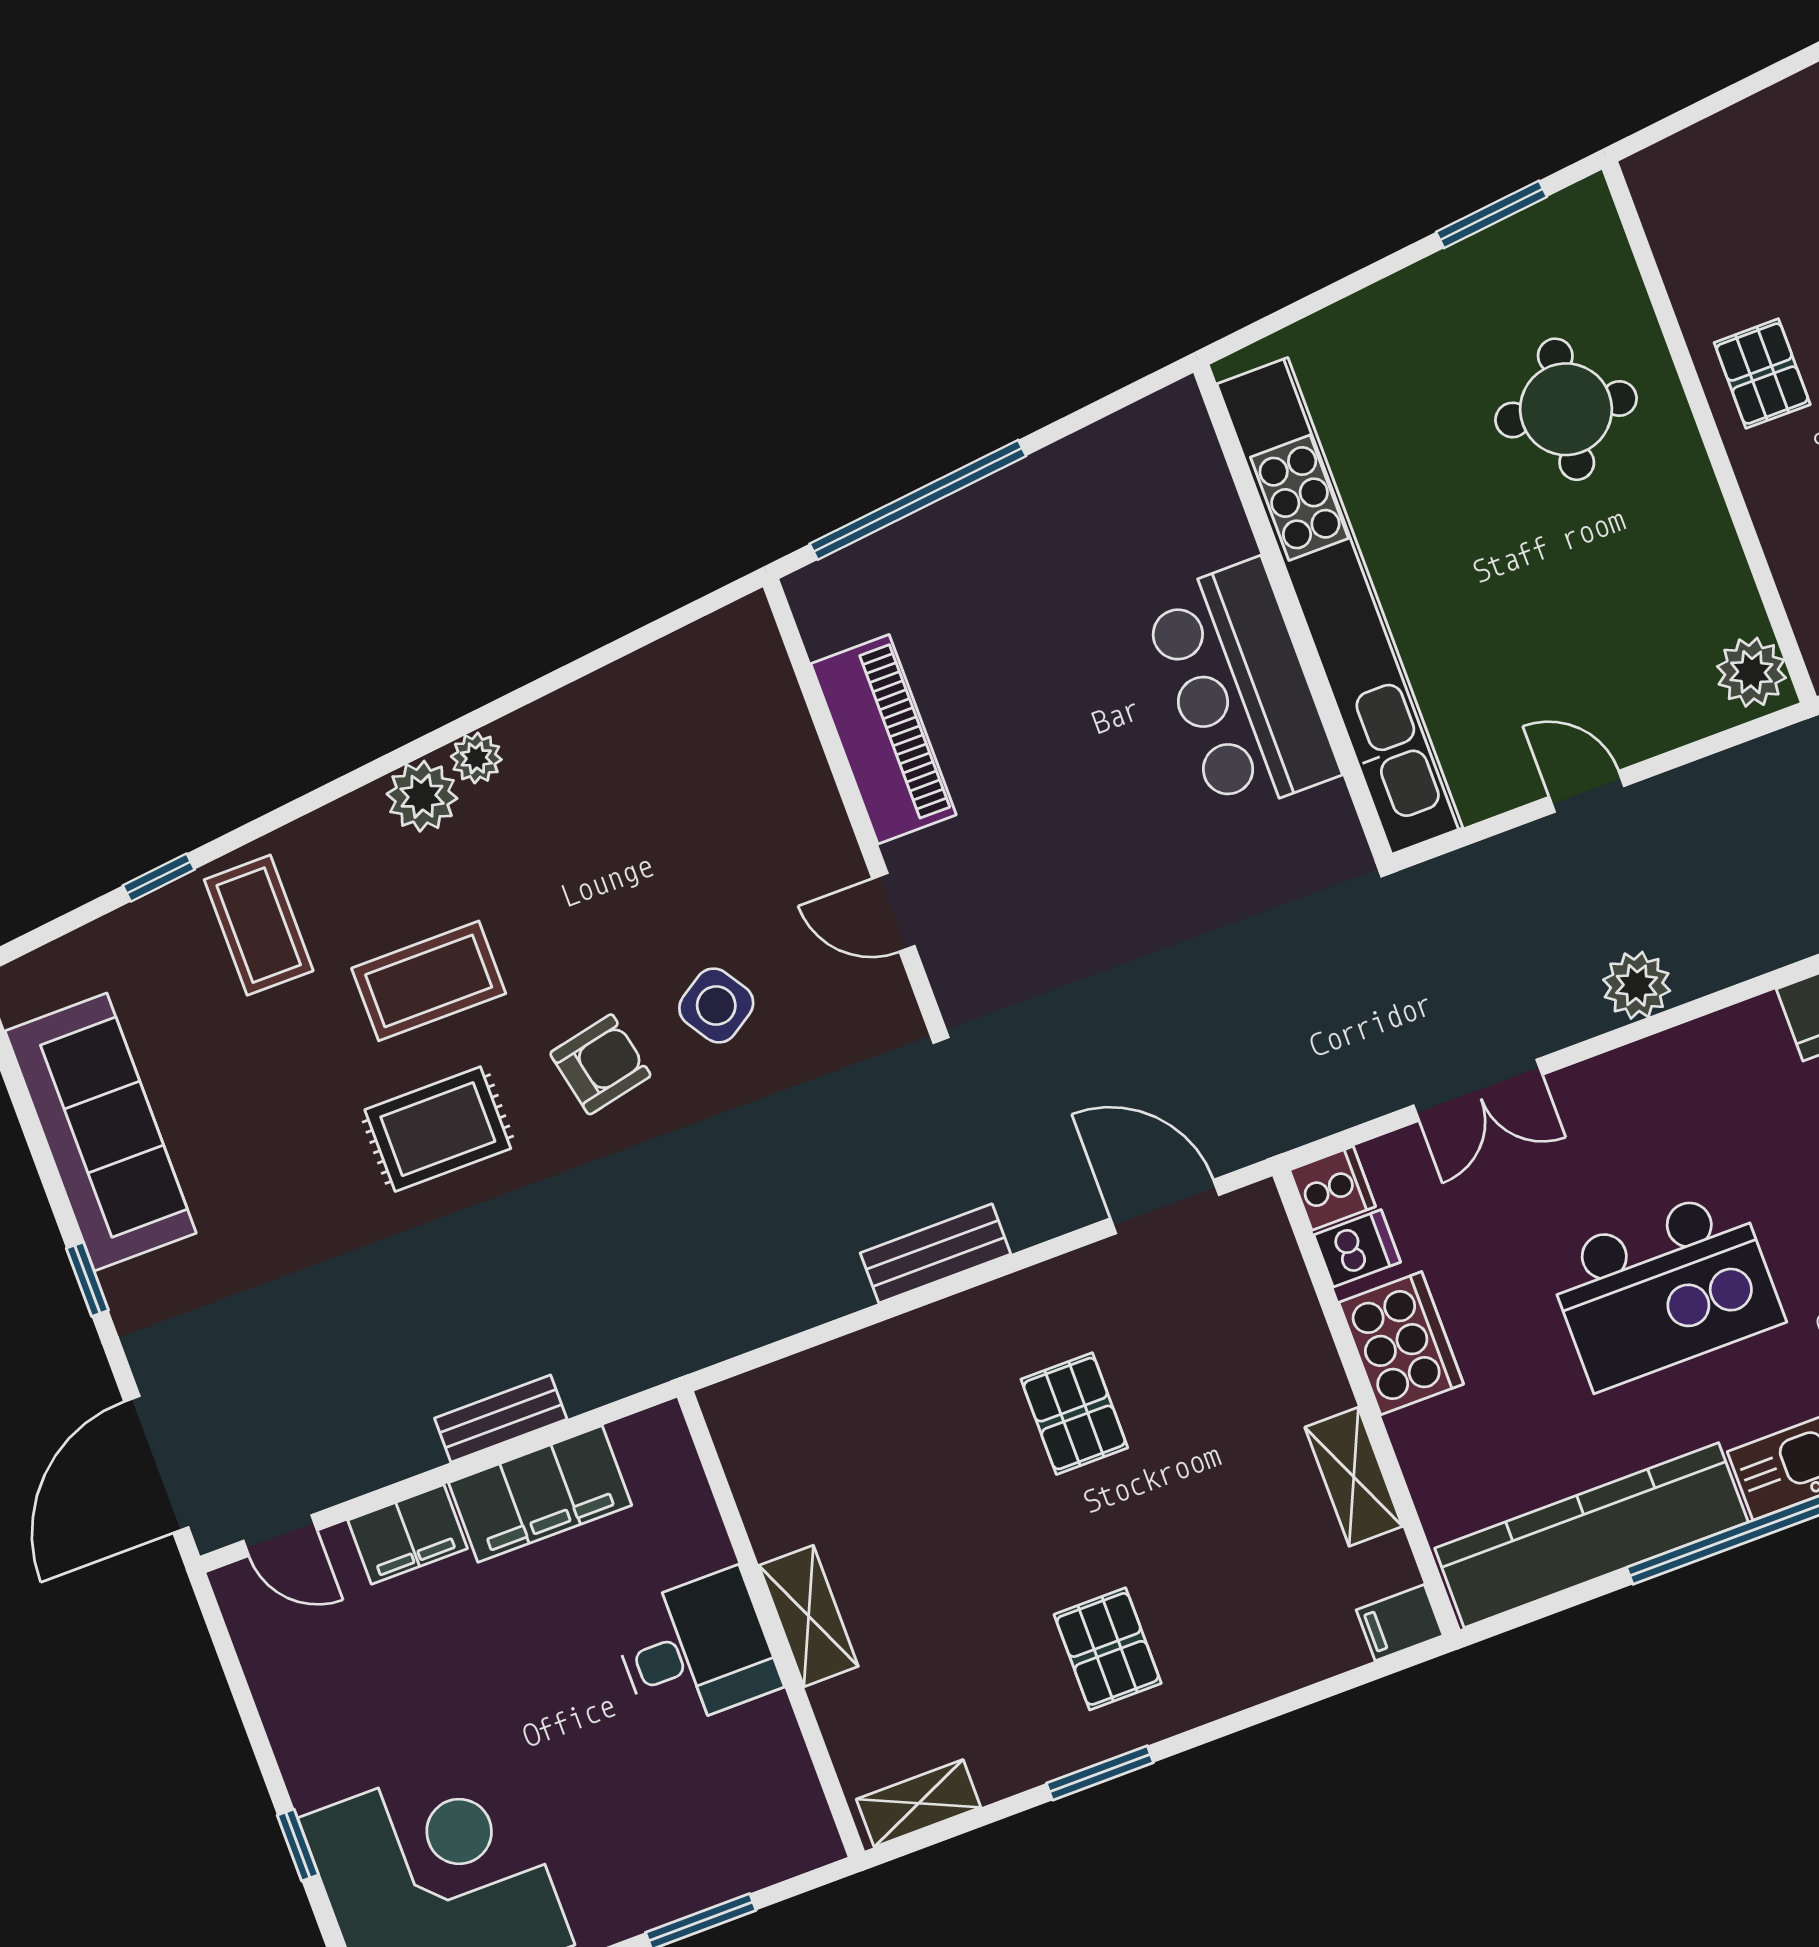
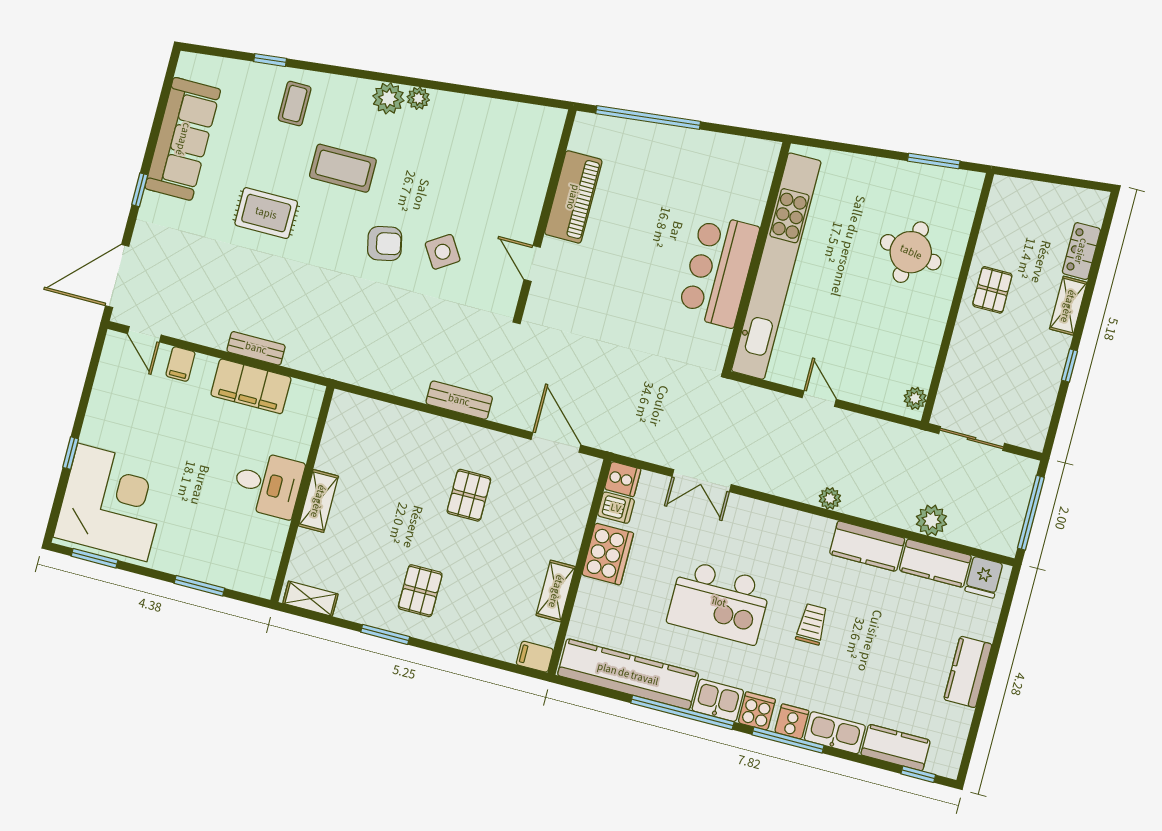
plant: (1751, 672) -> (915, 398), width x0.73, depth x0.73
coffee table: (259, 925) -> (295, 104), width x0.73, depth x0.77
plant: (1637, 985) -> (830, 498), moved, width x0.73, depth x0.73
rug: (438, 1129) -> (266, 213), moved
filing cabinet: (408, 1534) -> (180, 364), width x0.50

